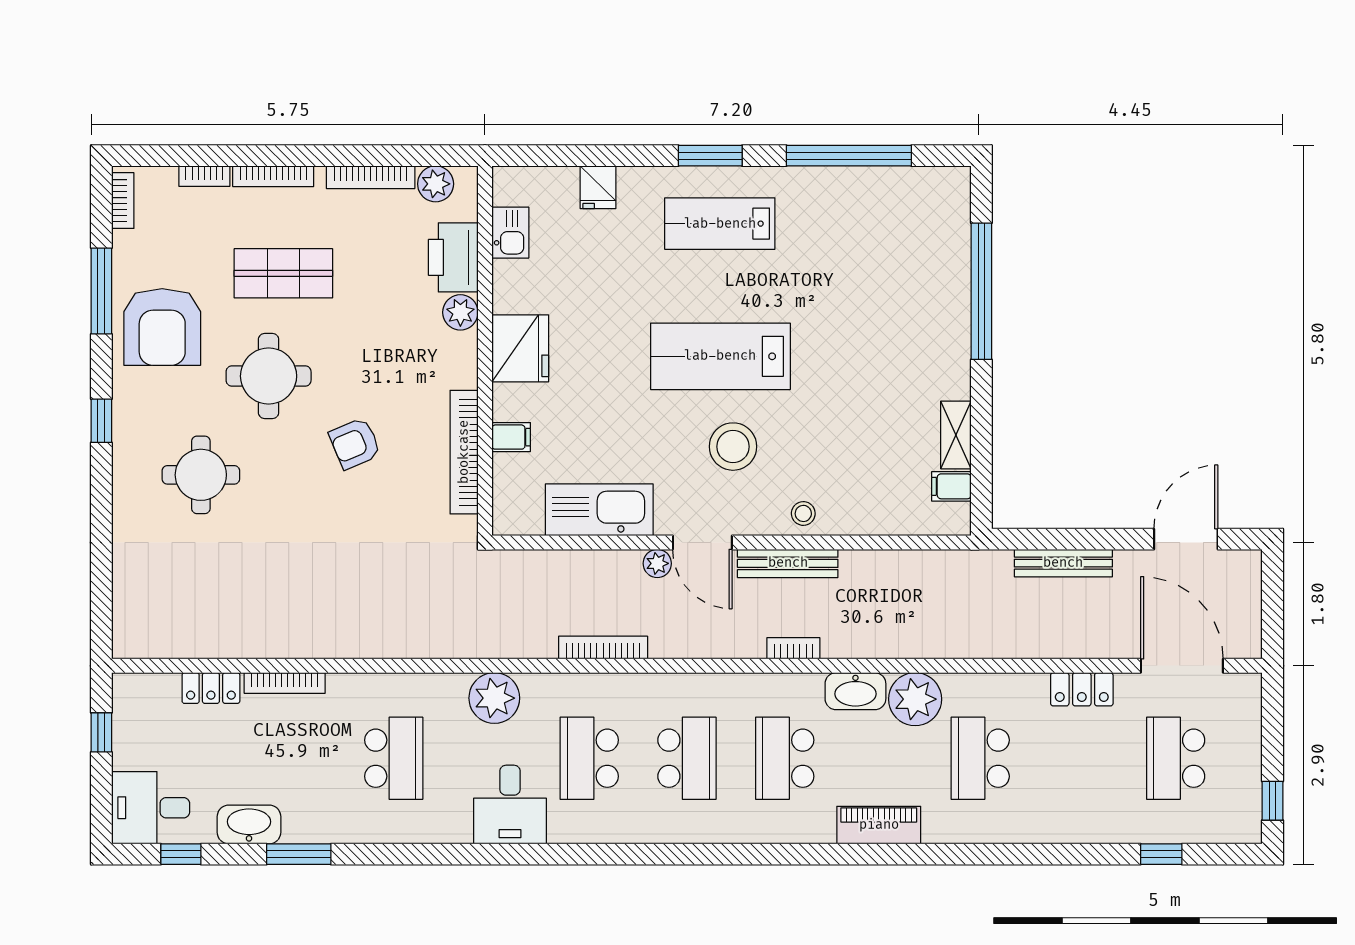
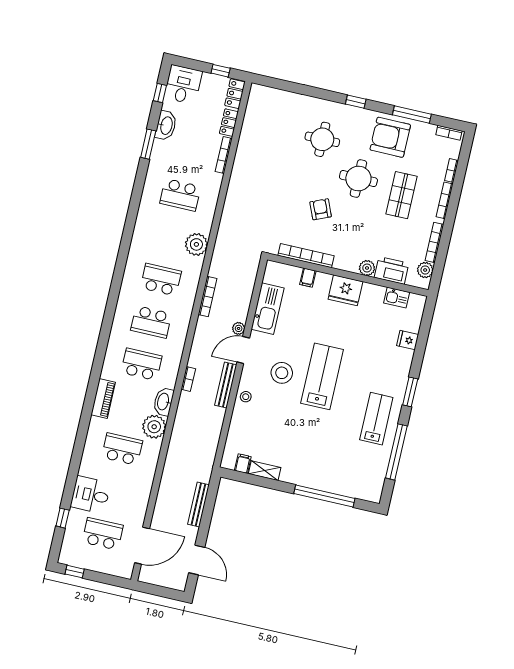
lab bench: (720, 224) -> (376, 419), moved
locker: (1082, 689) -> (235, 94), moved
desk: (510, 805) -> (90, 495), moved

